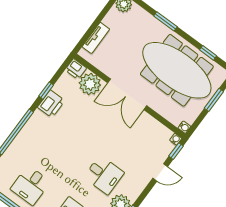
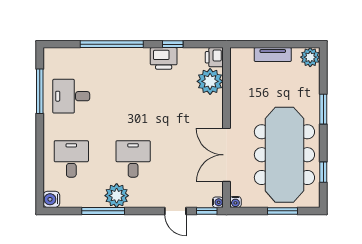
tv unit: (96, 38) -> (273, 55), moved
double door: (127, 94) -> (226, 155), moved
desk: (104, 175) -> (133, 159), turned 180

